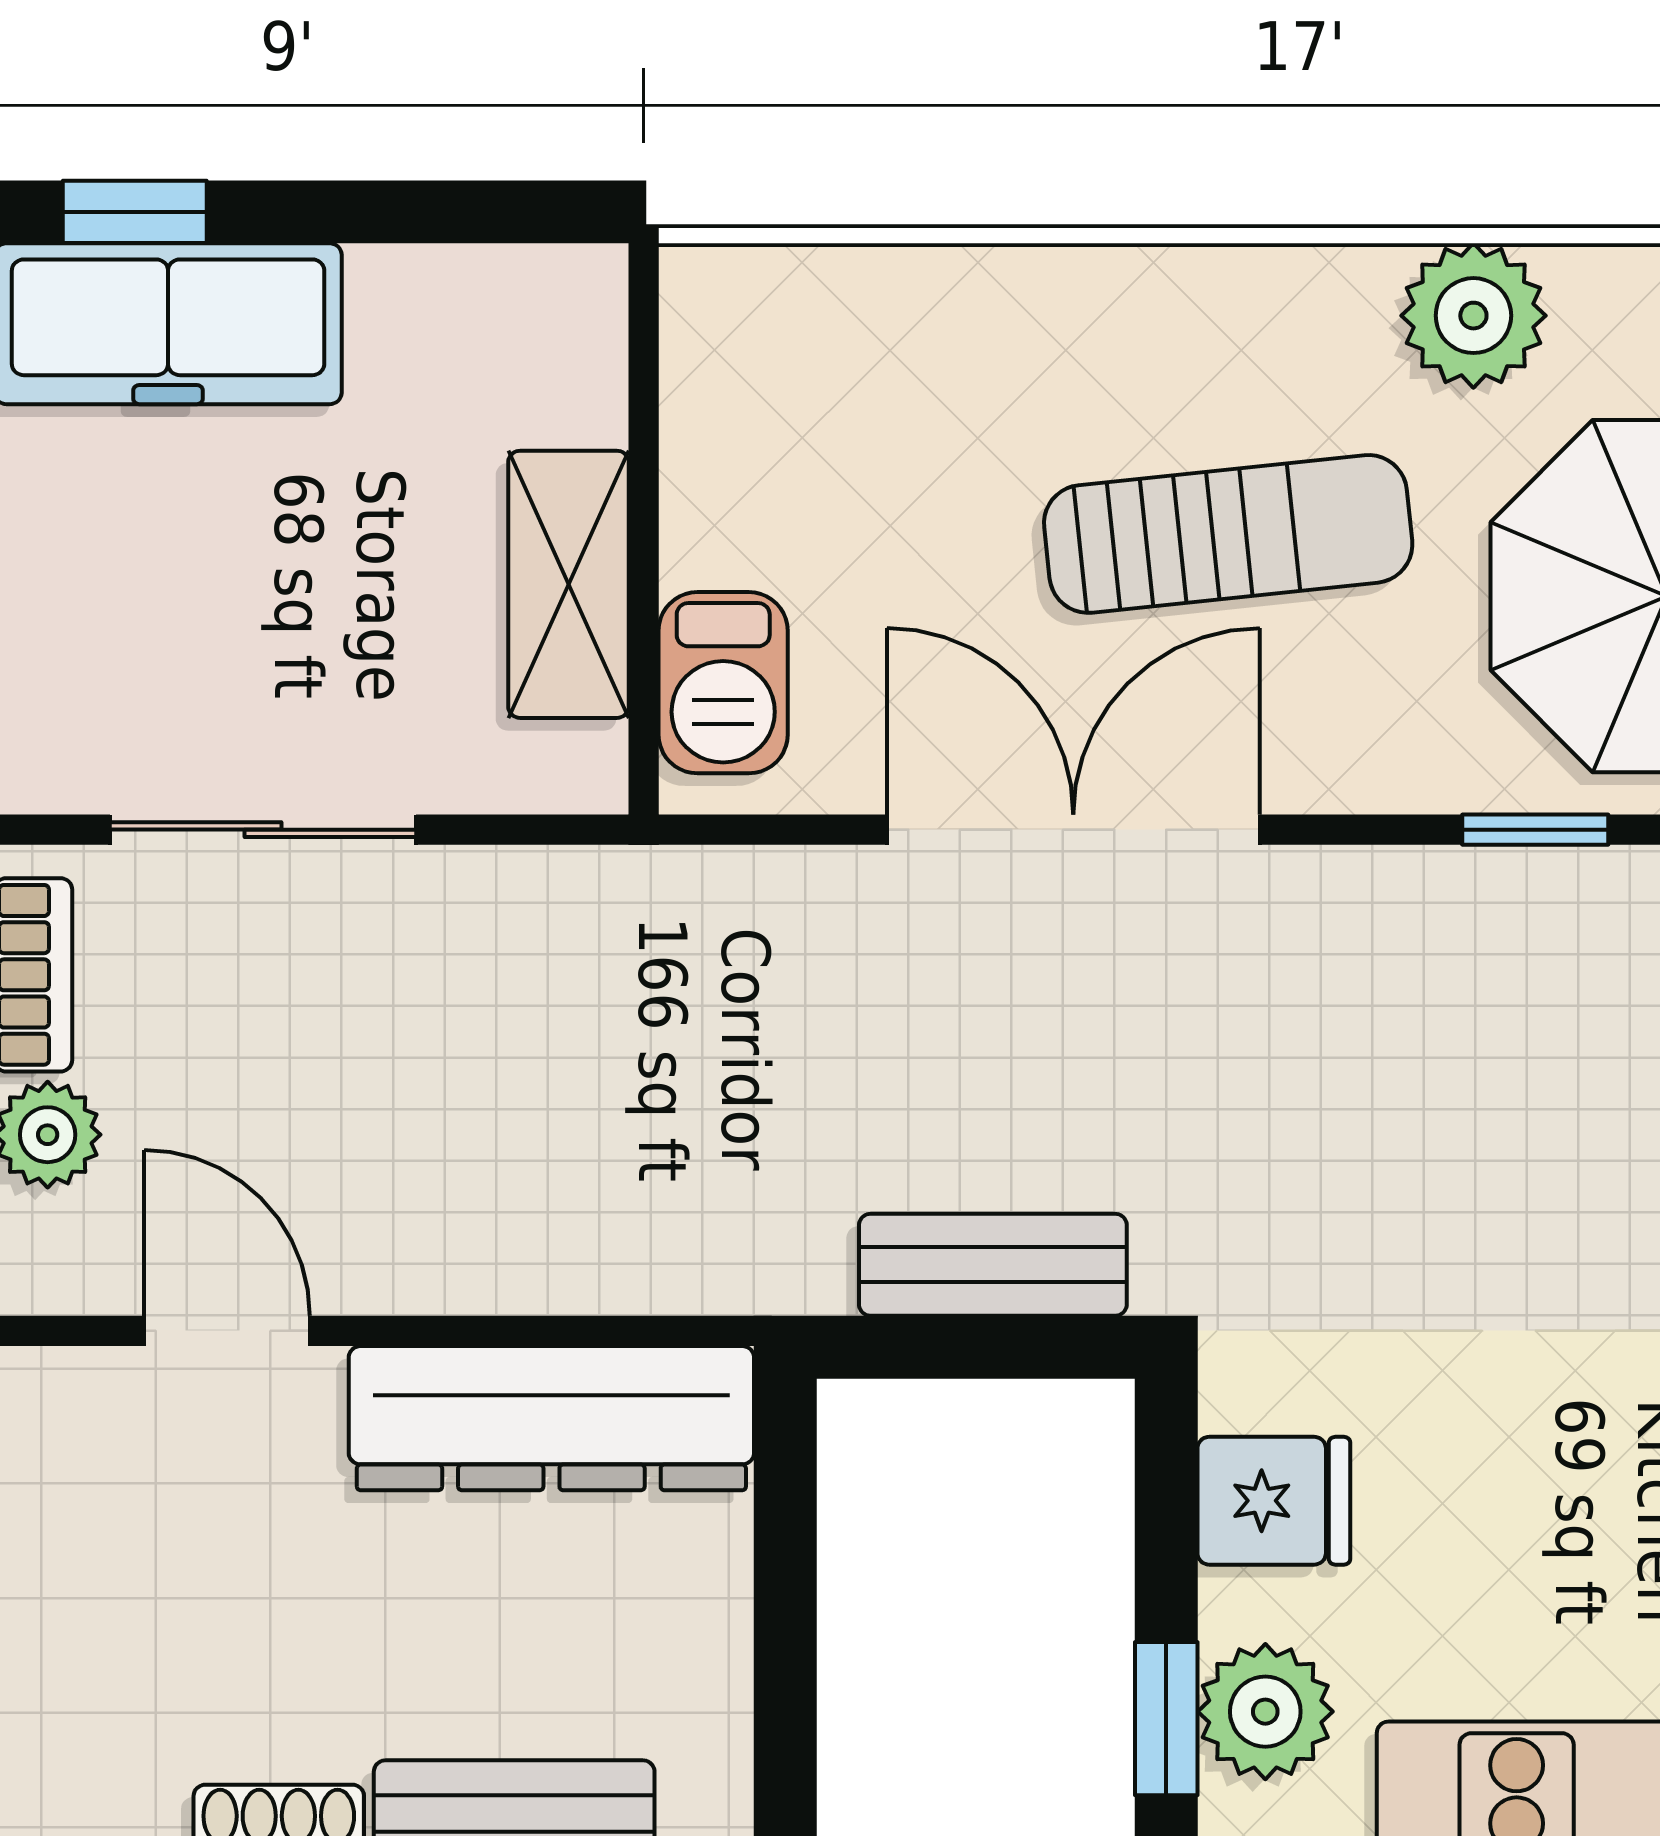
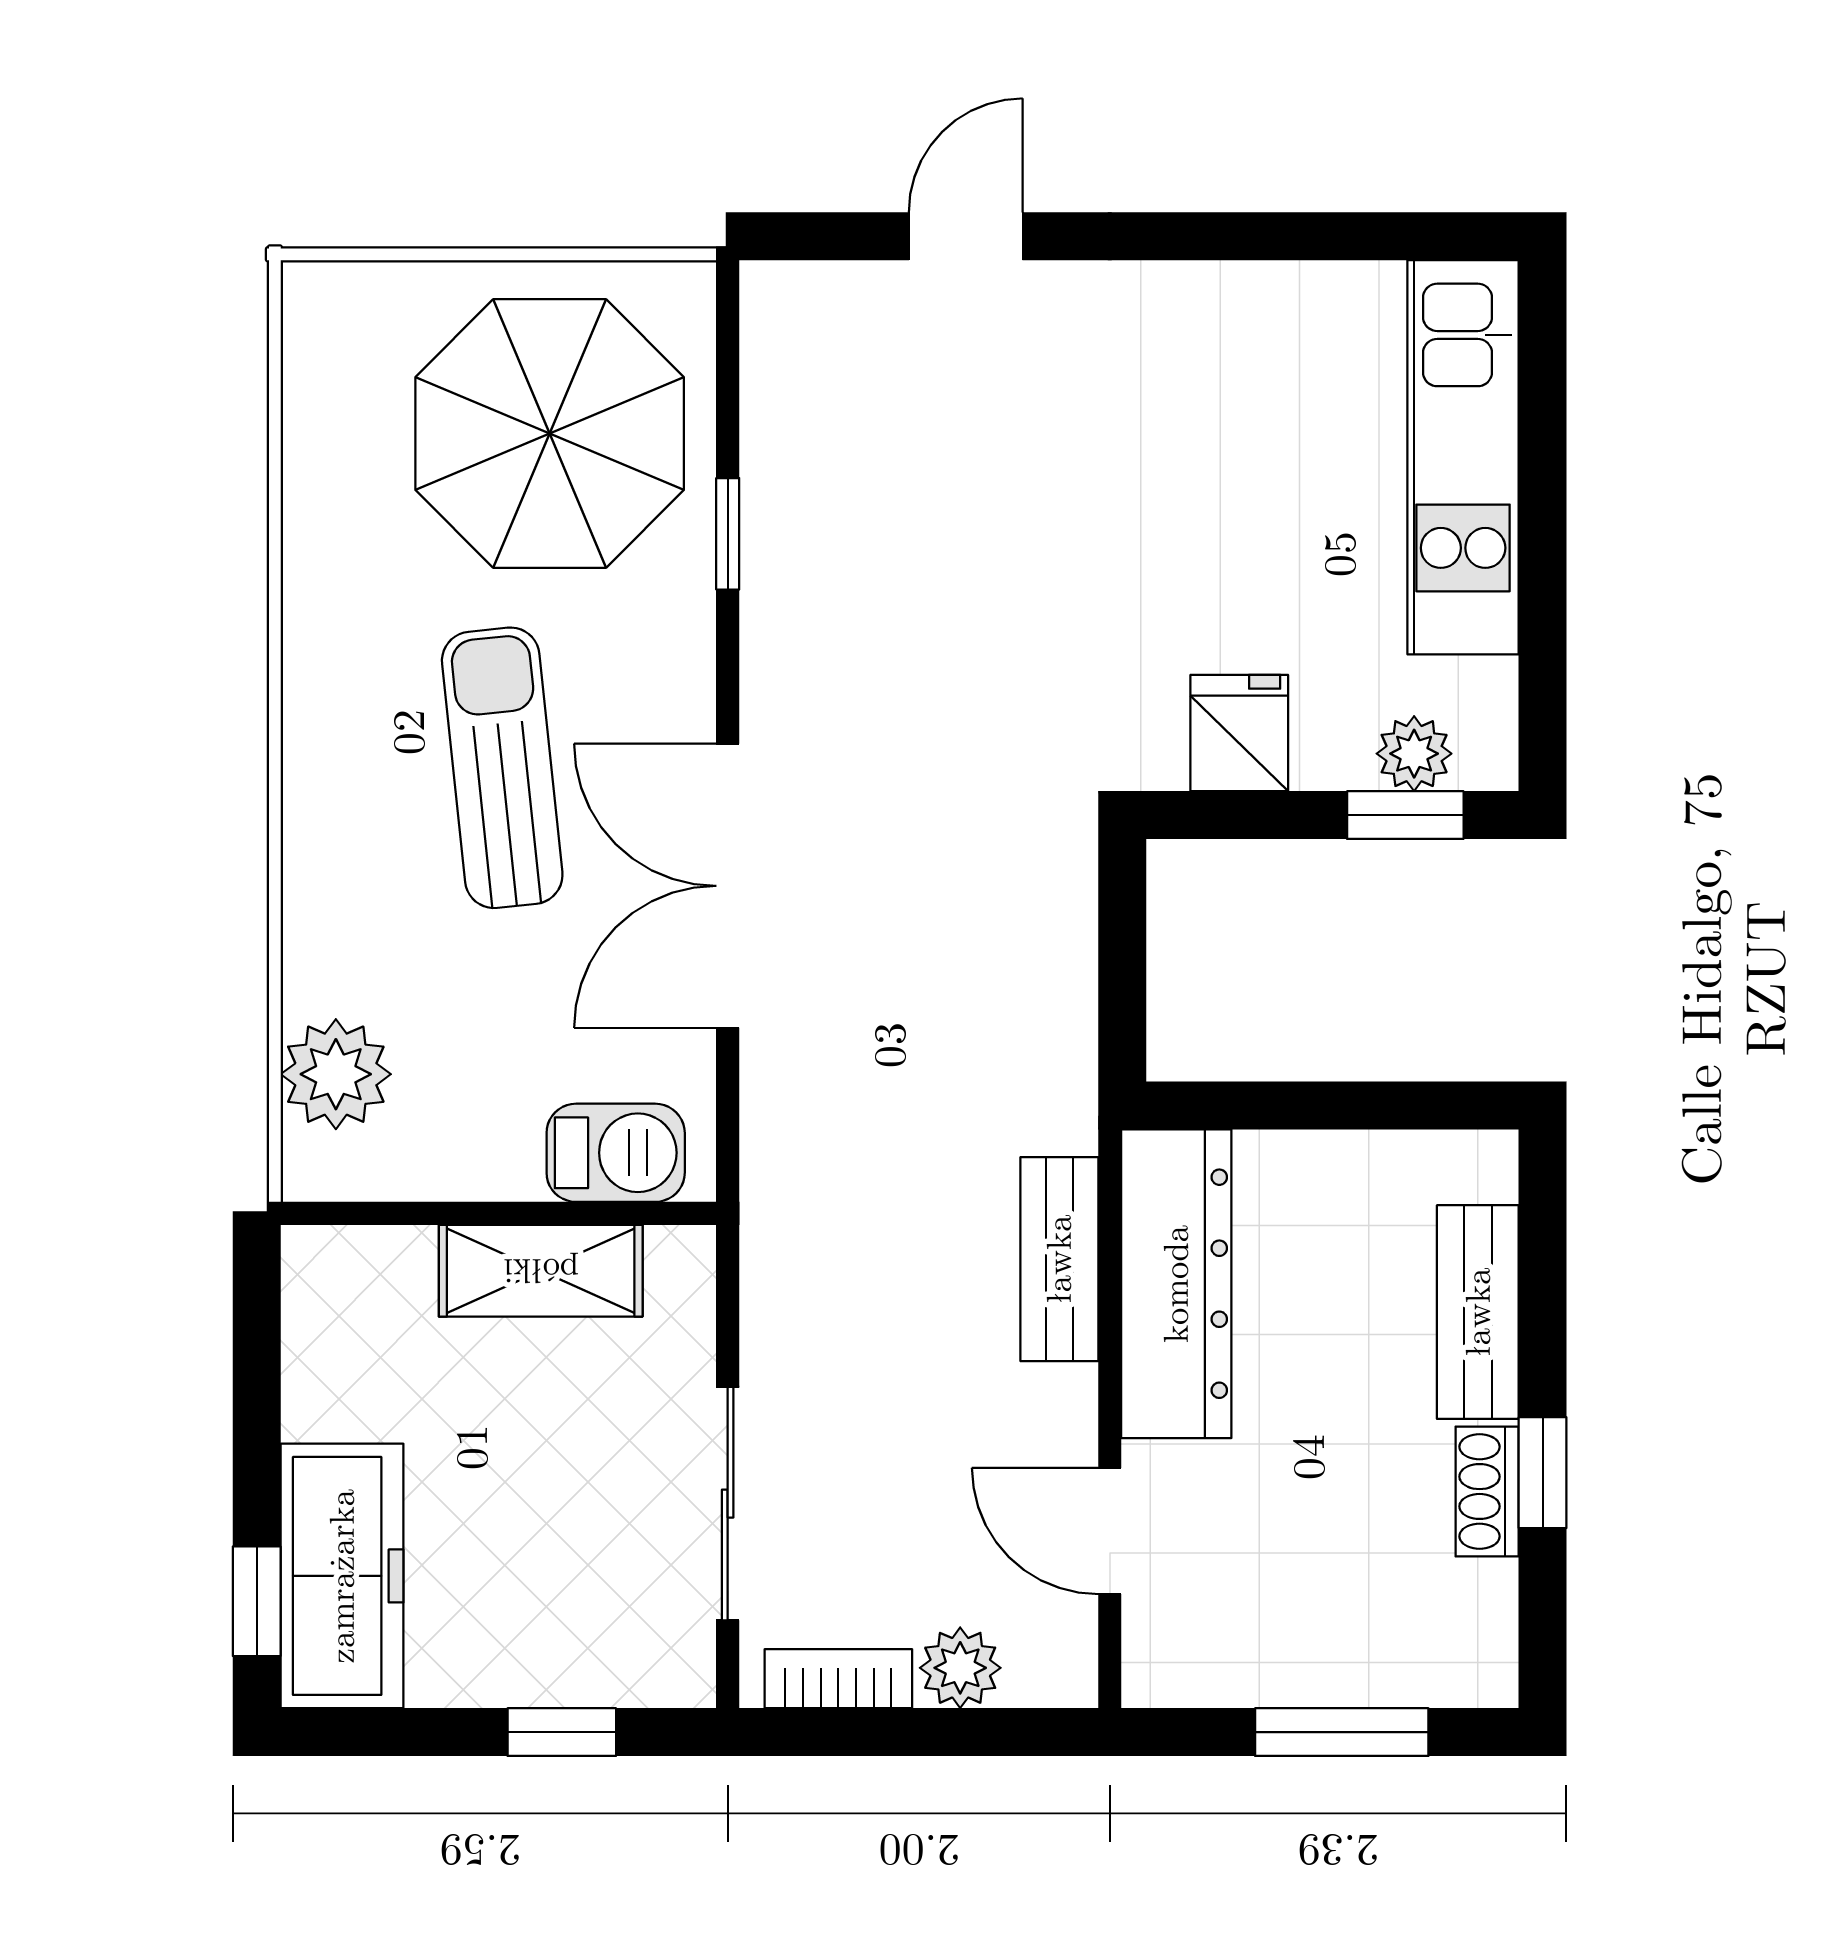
plant: (1473, 316) -> (336, 1074), moved
bench: (993, 1265) -> (1059, 1259), moved
door: (227, 1331) -> (1110, 1531), hinge flipped
plant: (1265, 1712) -> (1414, 754), width x0.73, depth x0.73

